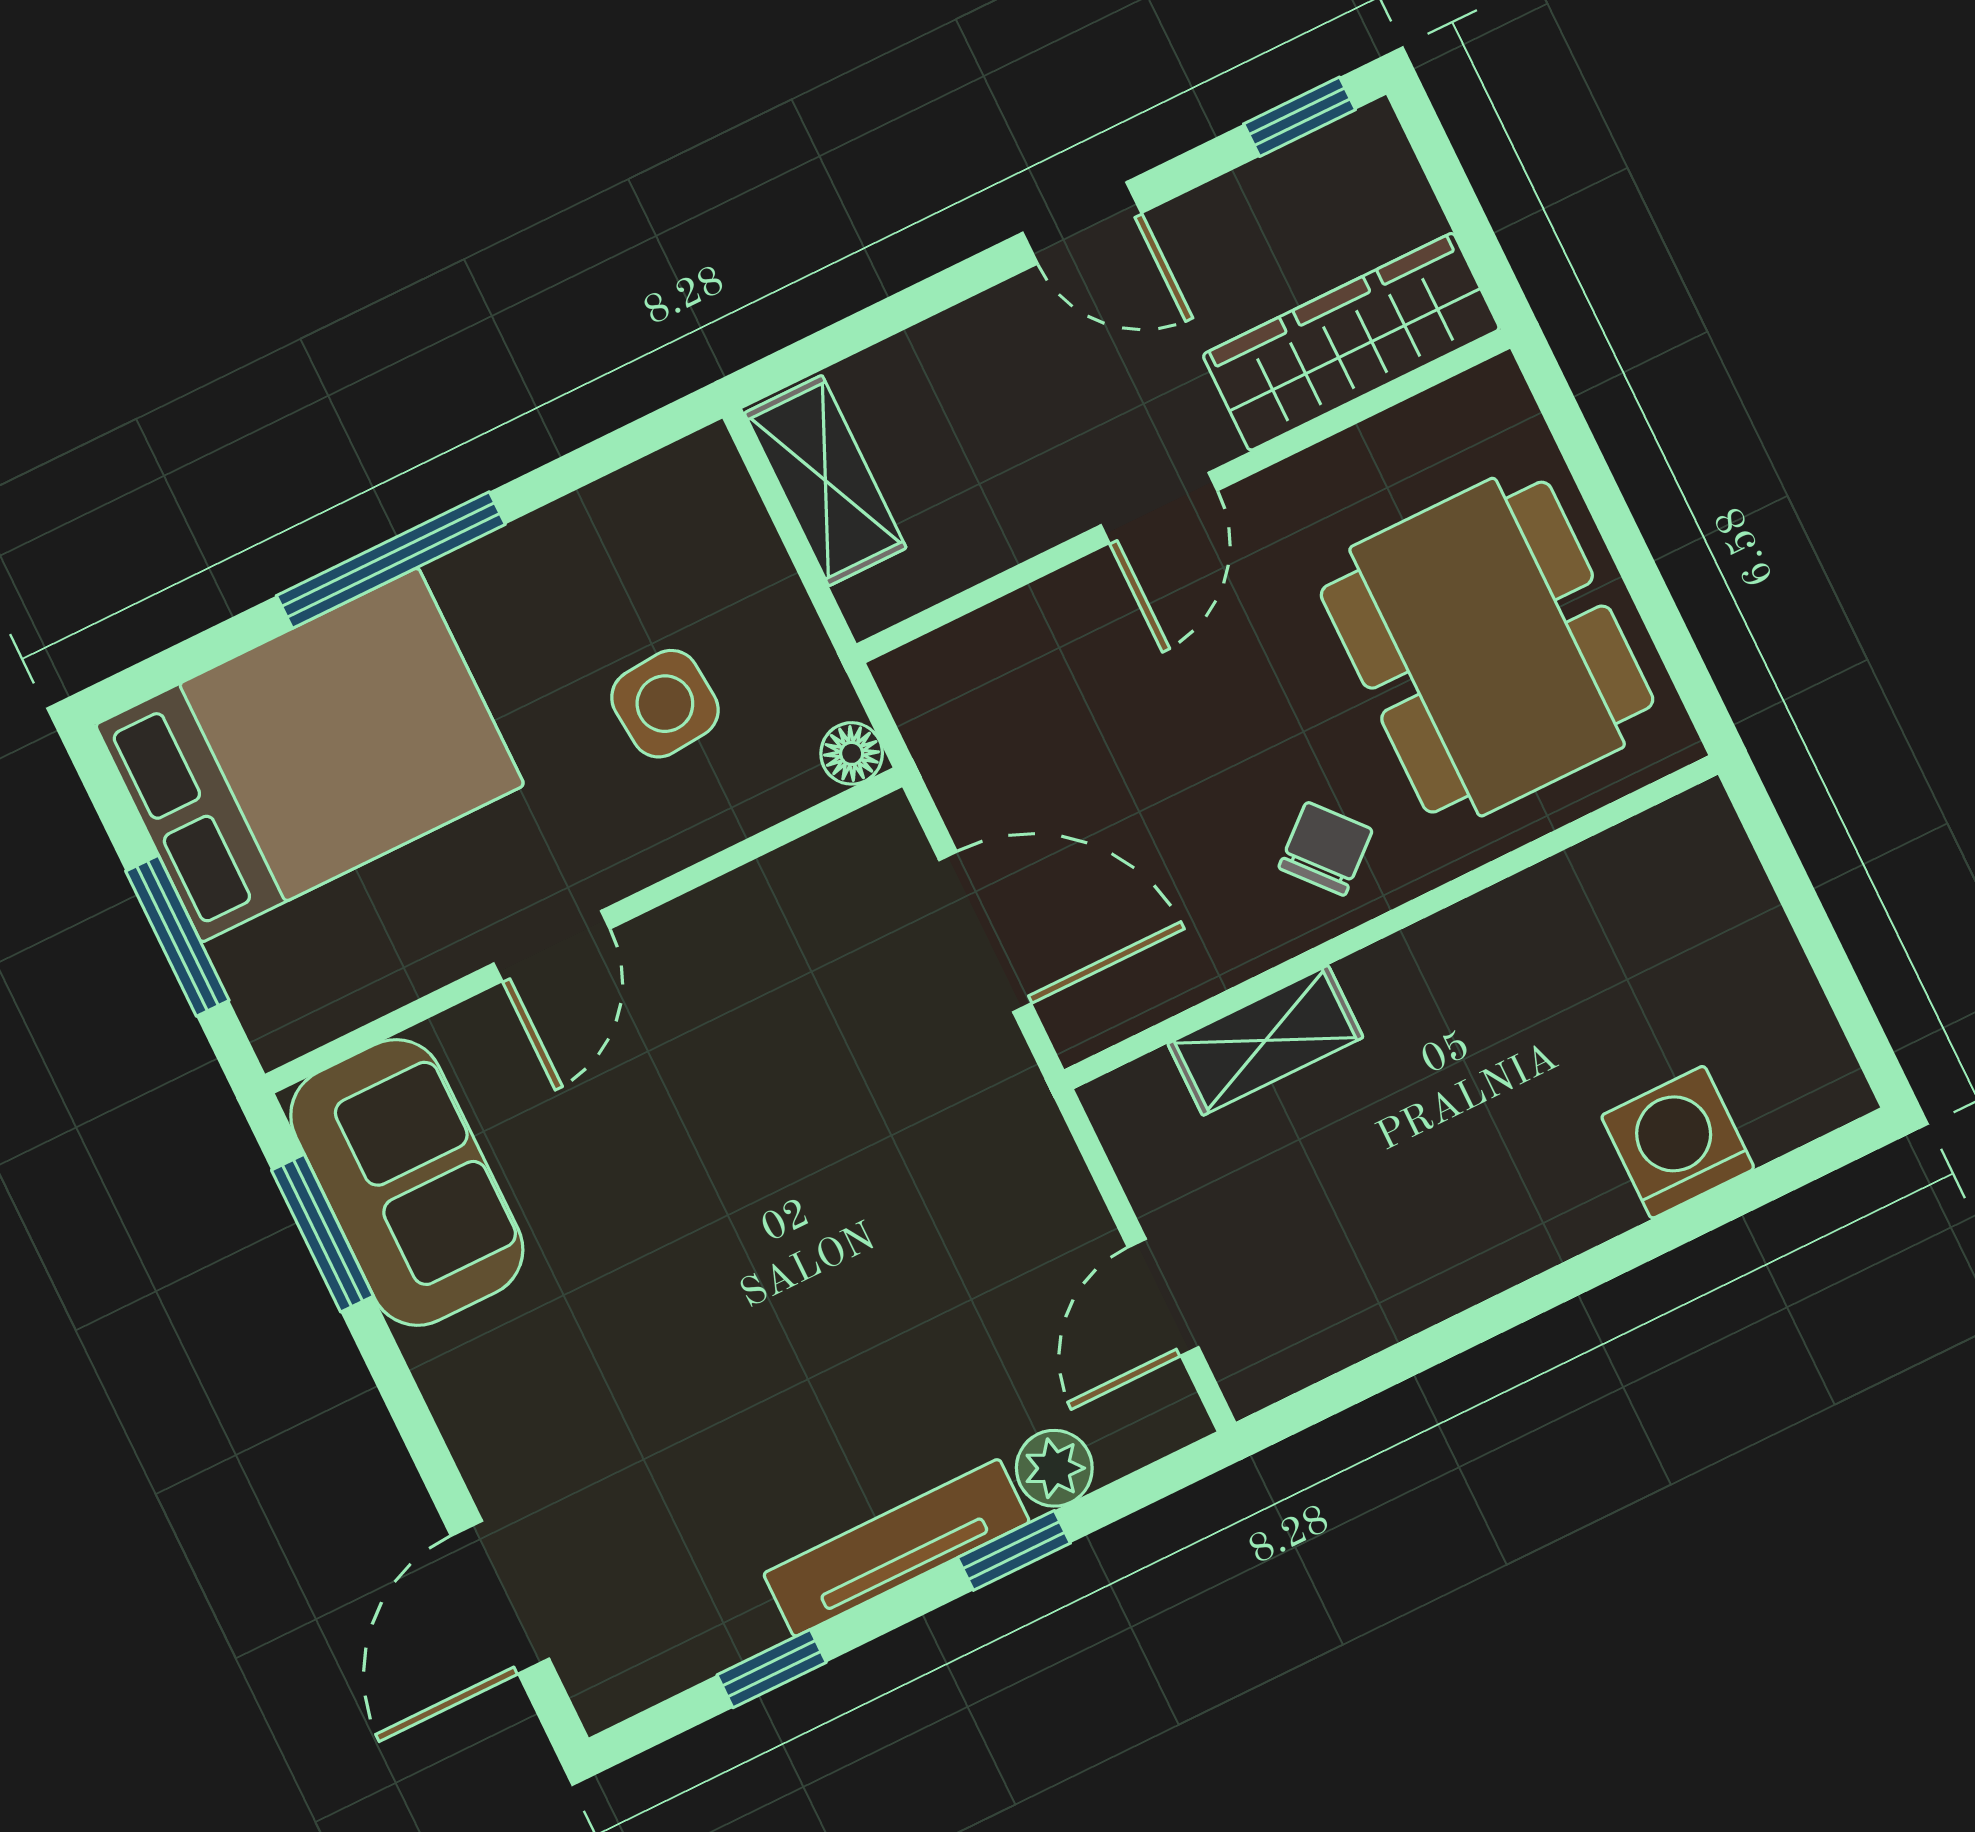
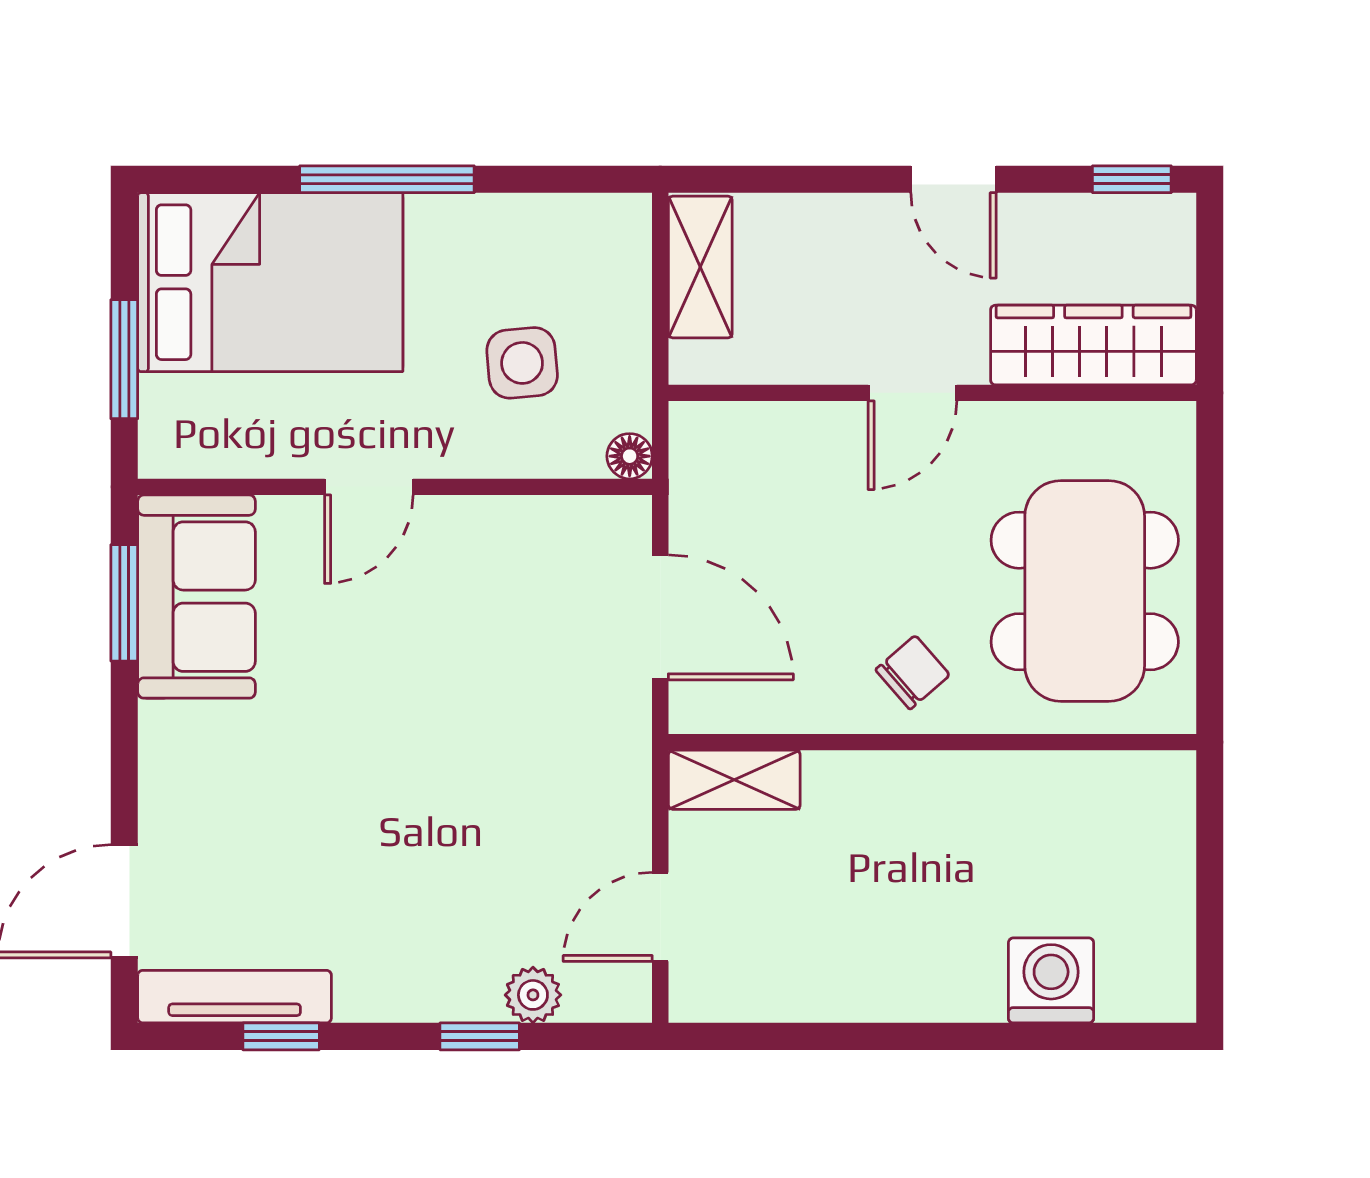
shelving: (1265, 1040) -> (734, 780), moved
tv unit: (897, 1548) -> (235, 997), moved

